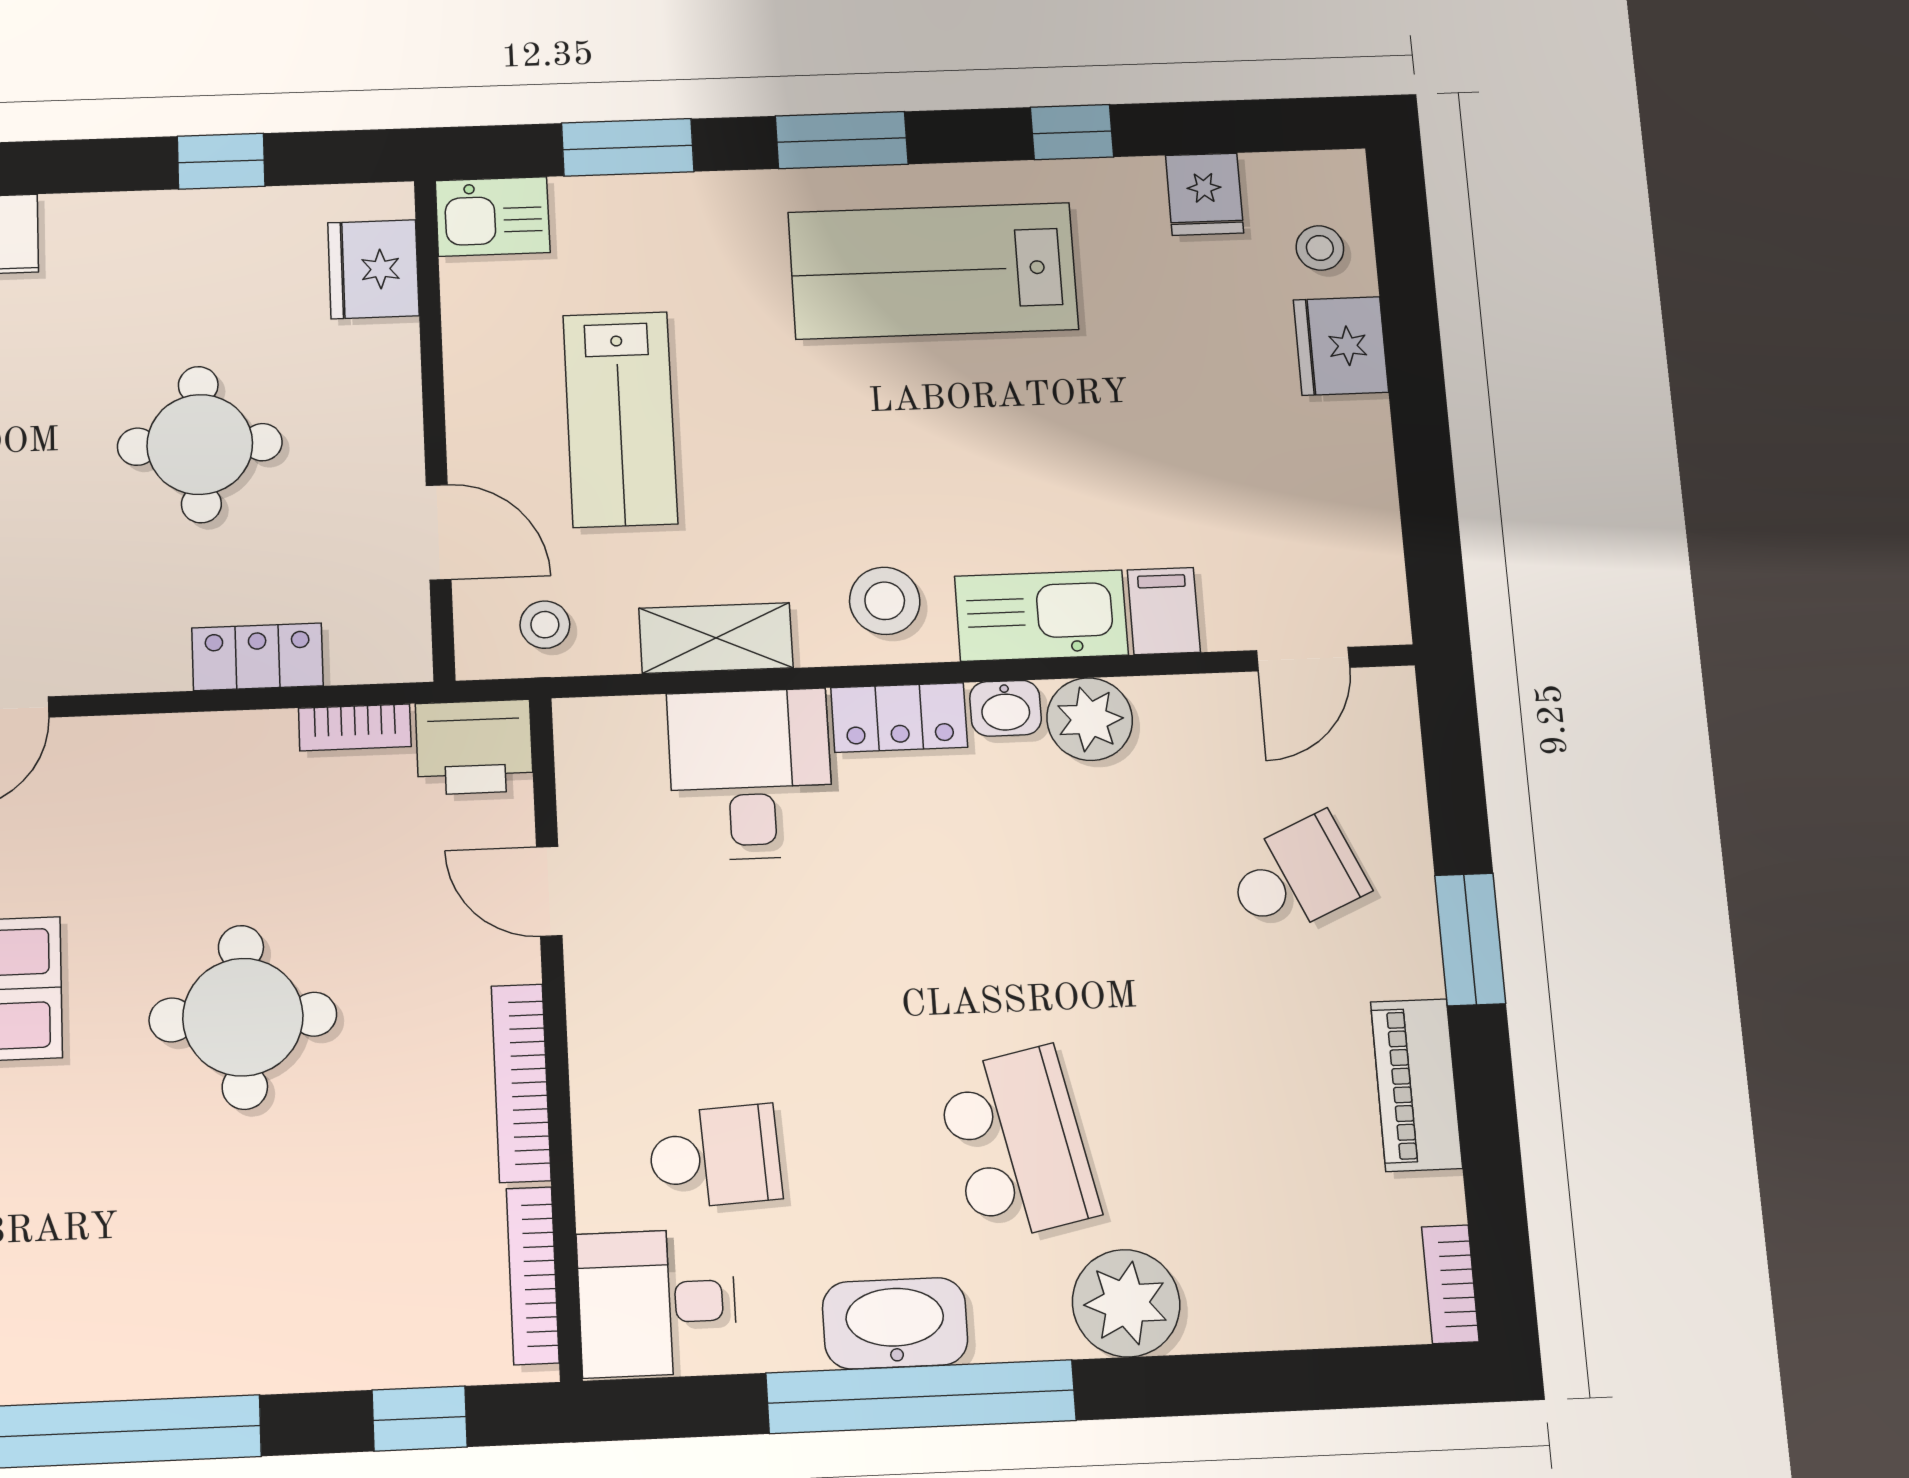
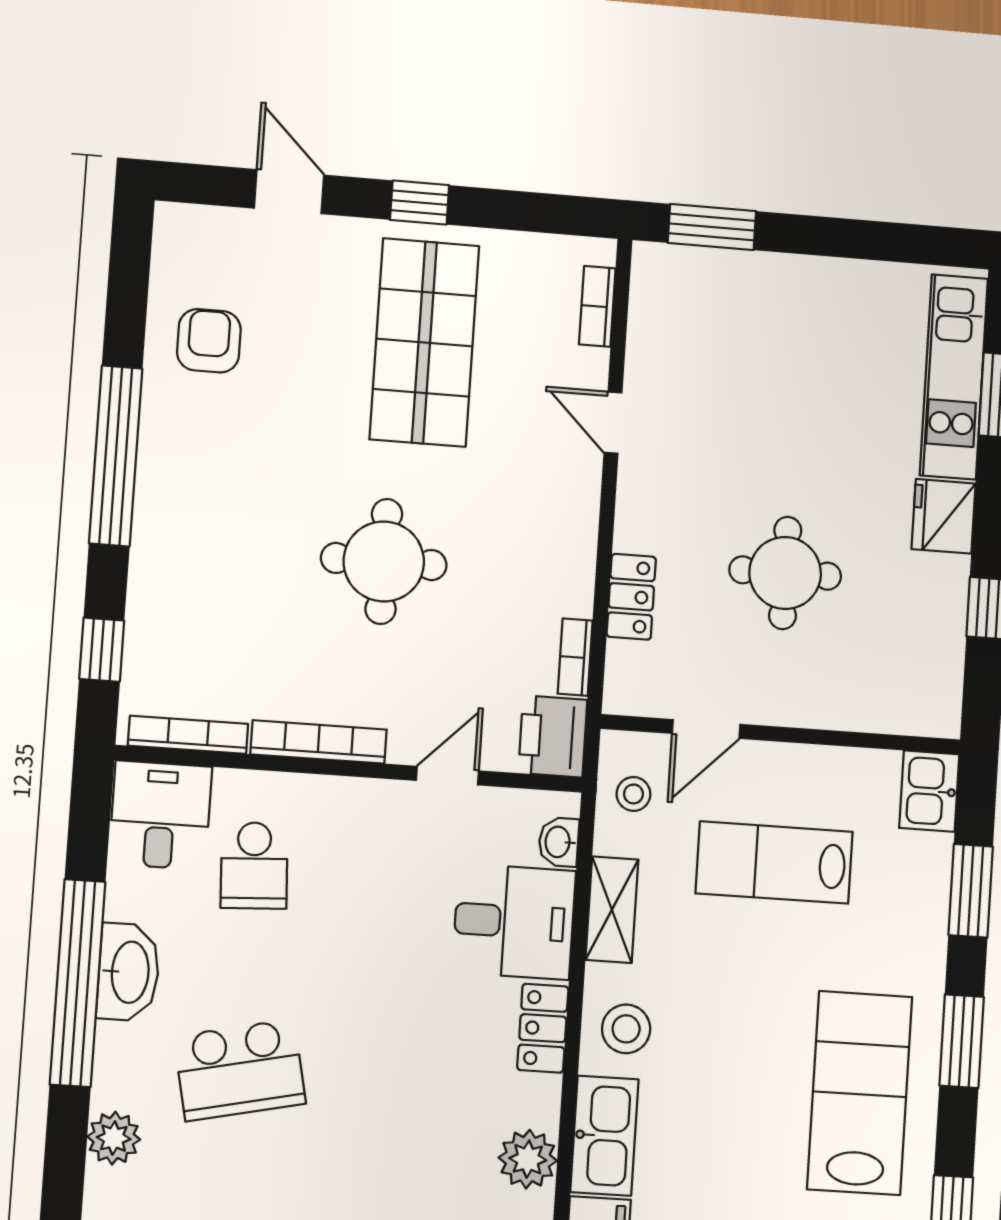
fridge: (373, 269) -> (944, 516), moved, turned -90
washbasin: (1005, 708) -> (559, 842), moved
plant: (1126, 1303) -> (114, 1138), width x0.73, depth x0.73

